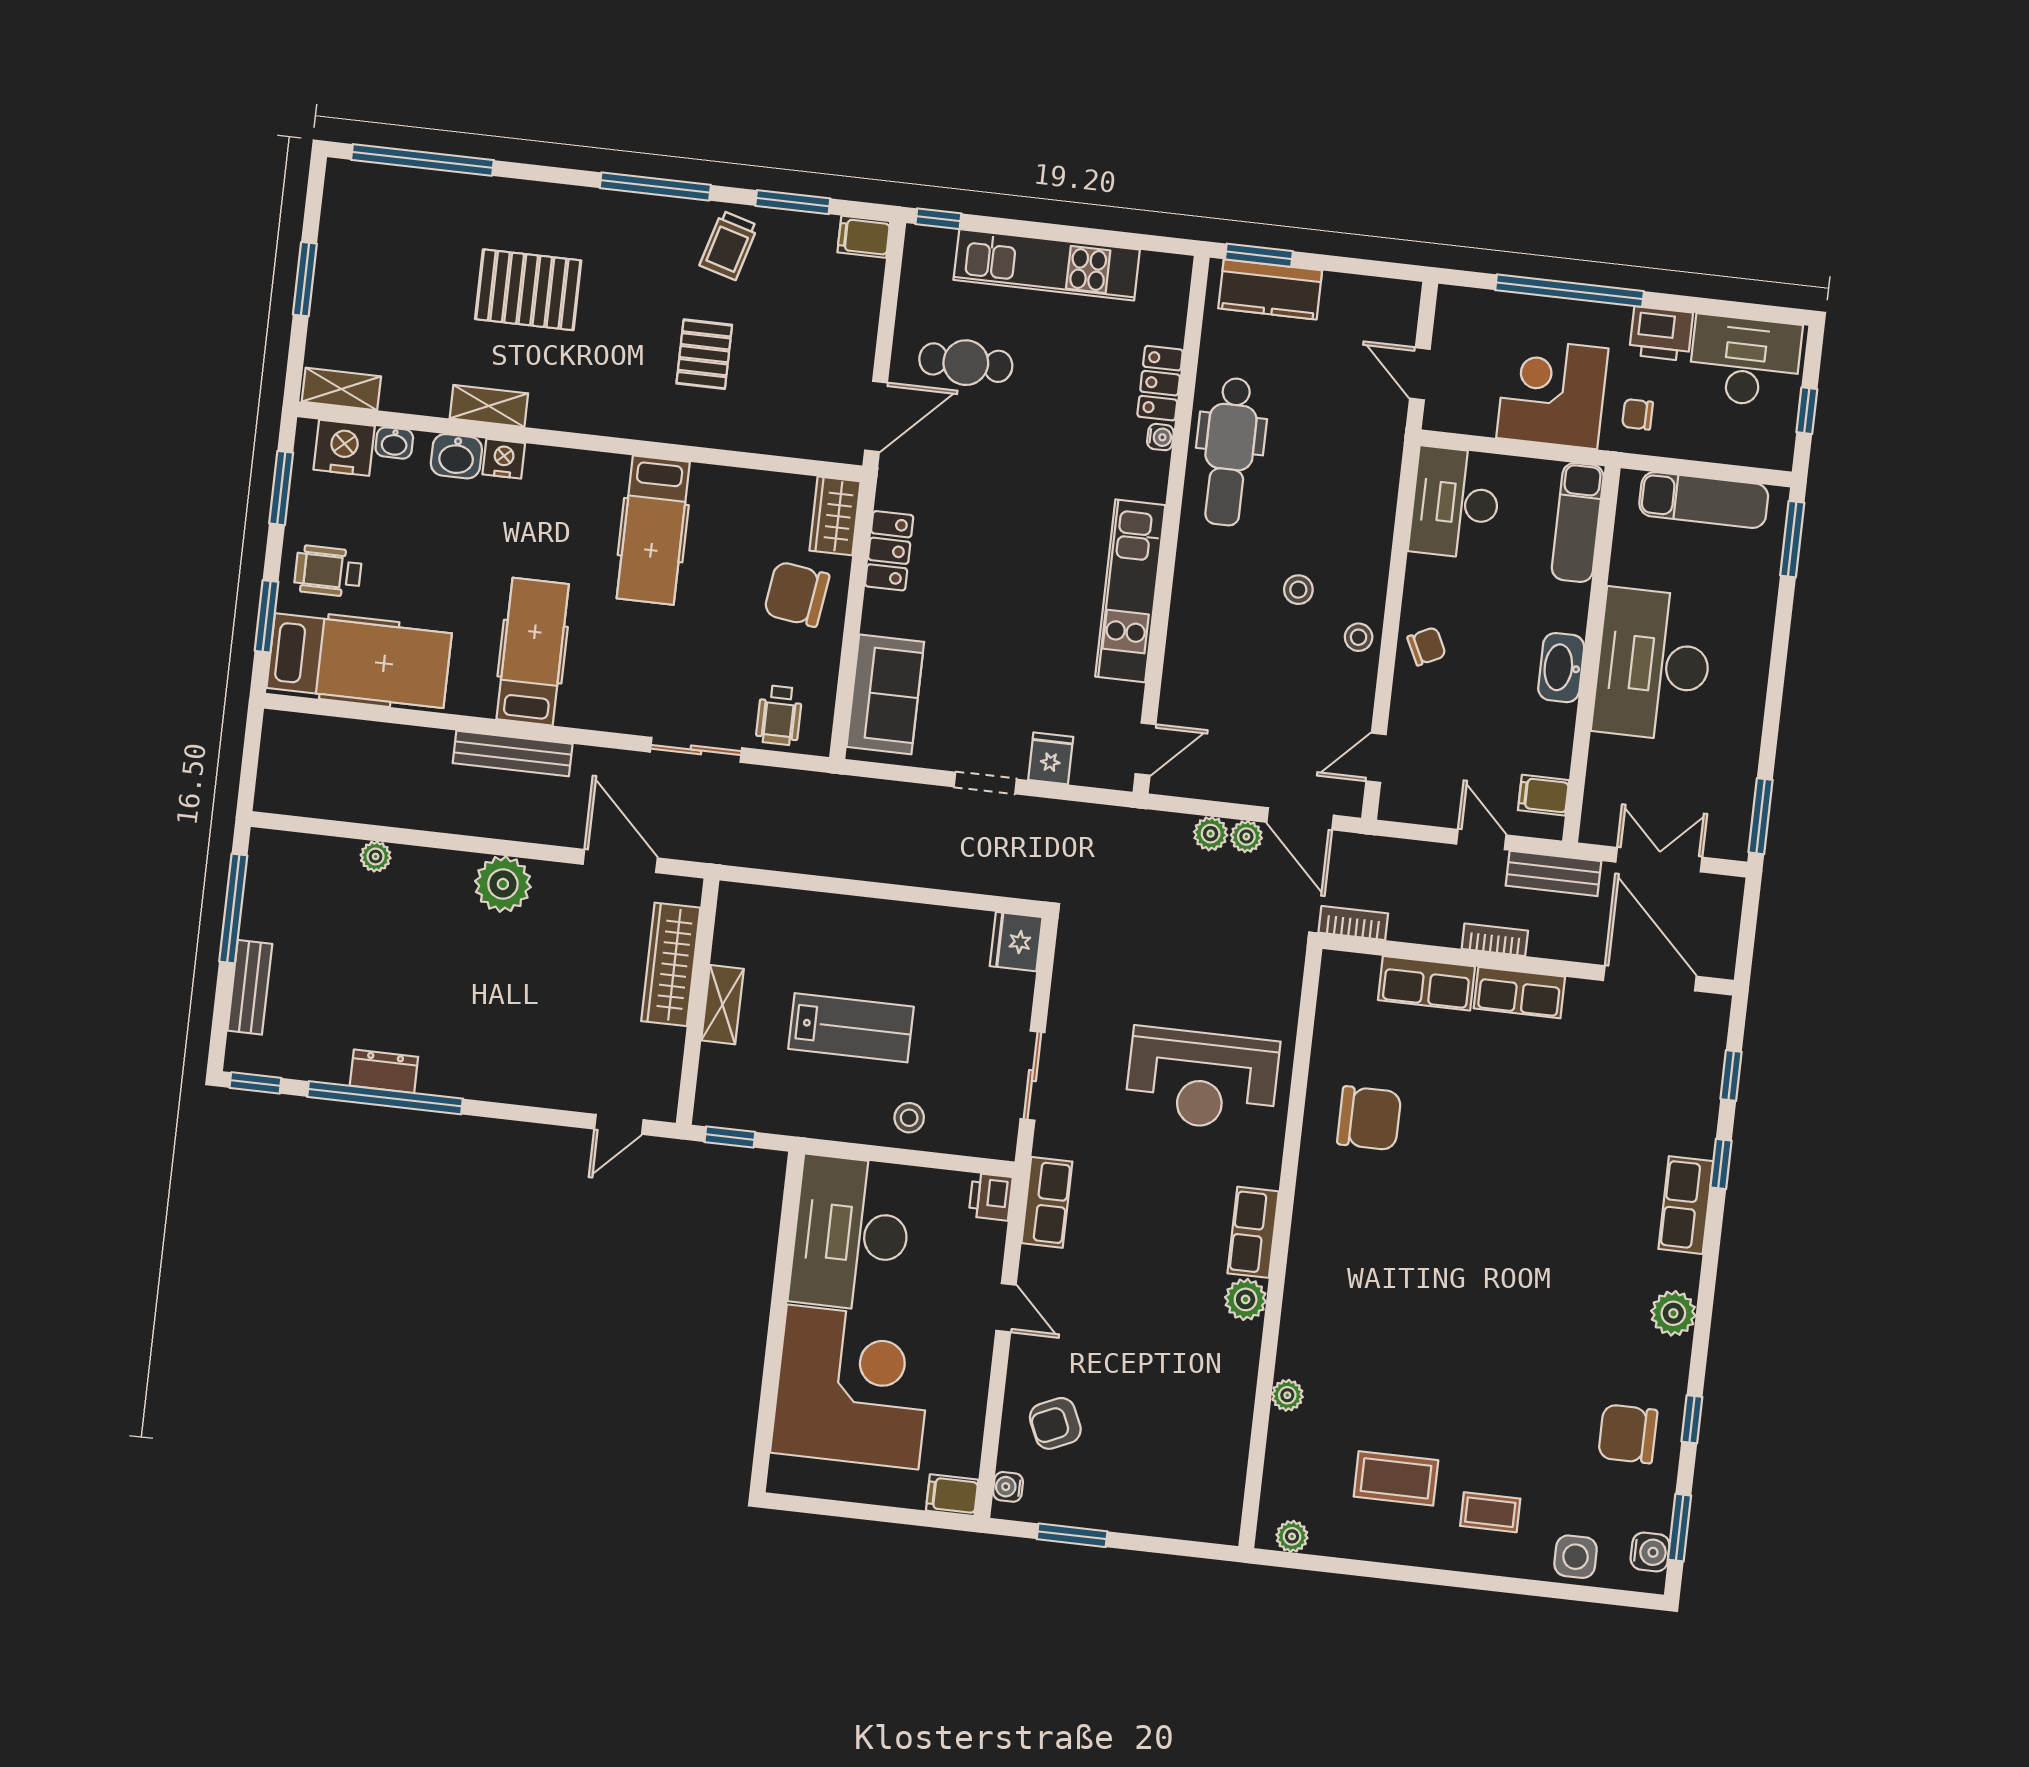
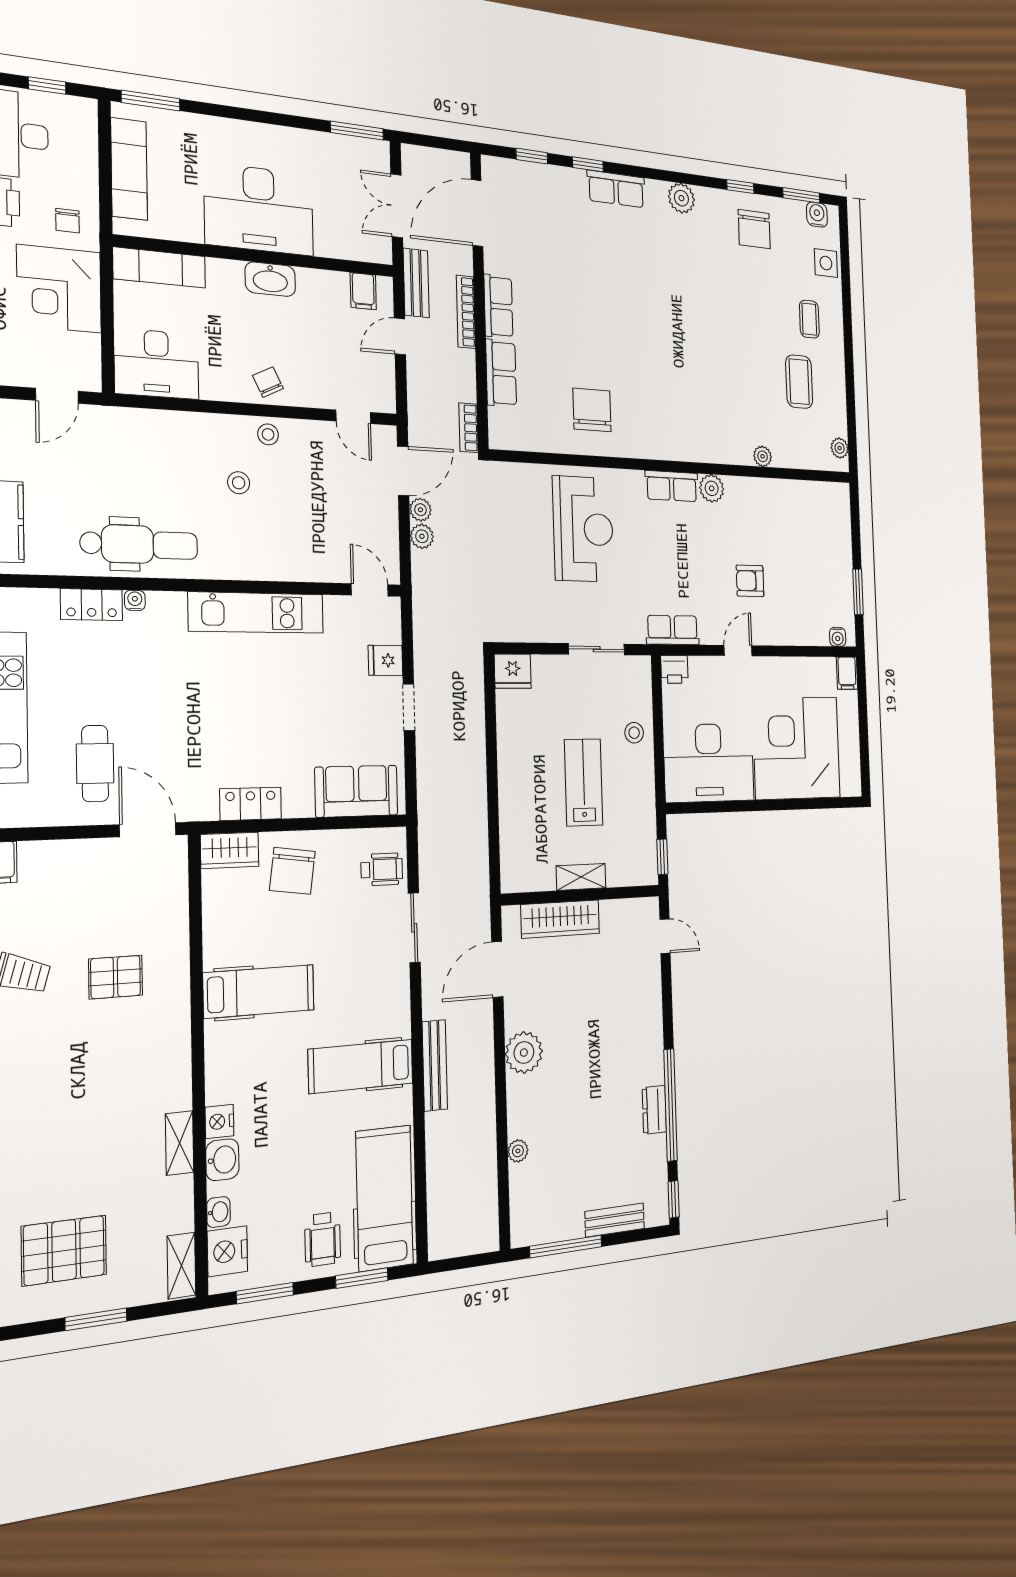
pallet: (528, 290) -> (64, 1250), moved, turned 90
bookcase: (1495, 940) -> (466, 312), width x1.56
armchair: (1055, 1423) -> (750, 581), moved, turned 114

